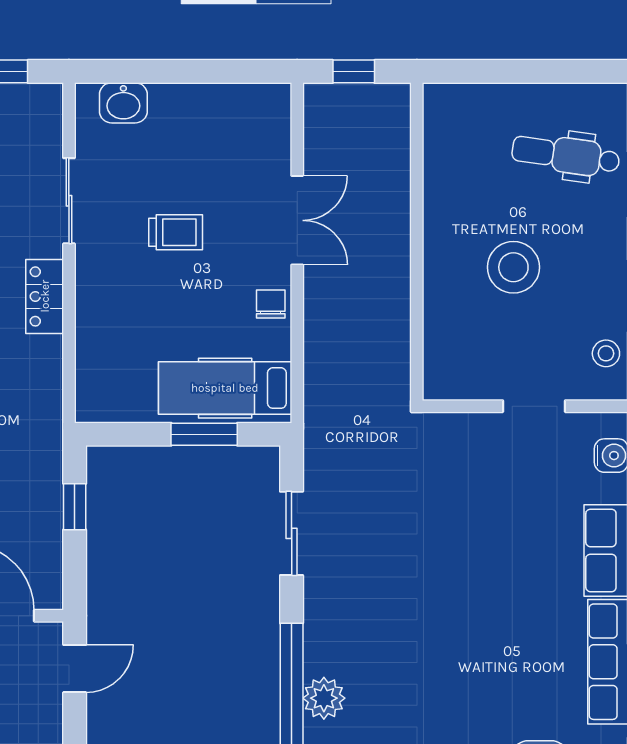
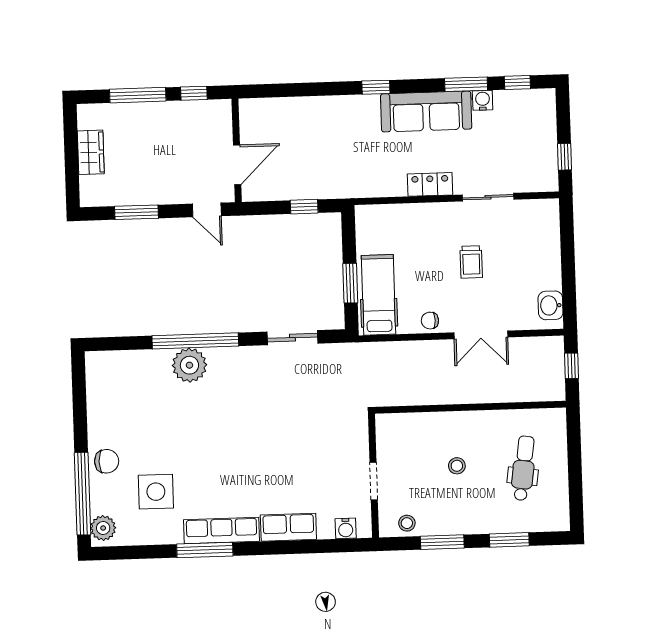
washbasin: (123, 103) -> (551, 305), moved
dental chair: (566, 155) -> (523, 468), moved
stool: (513, 267) -> (457, 466), width x0.53, depth x0.53
chair: (271, 304) -> (430, 321), turned 180
plant: (324, 698) -> (189, 365), width x1.36, depth x1.36

